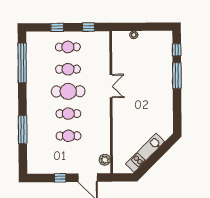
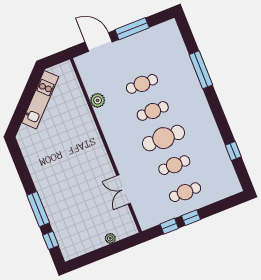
window: (57, 27) -> (191, 218), moved
window: (22, 63) -> (233, 151), width x0.32
double door: (111, 86) -> (123, 190), moved
plant: (105, 160) -> (98, 100), moved
window: (60, 178) -> (132, 29), width x2.17

